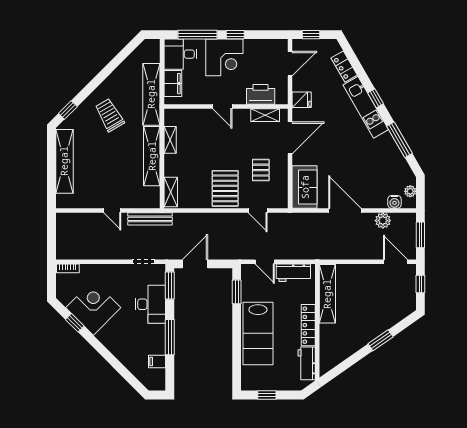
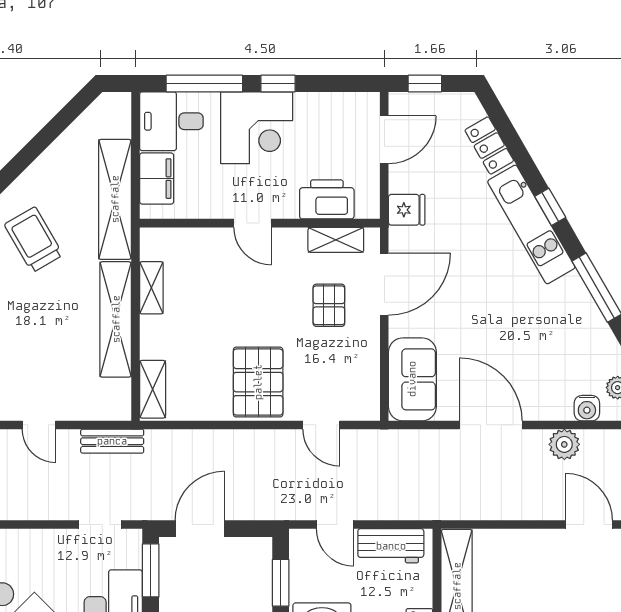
pallet: (261, 170) -> (329, 305), moved
bench: (150, 219) -> (112, 441), width x0.73

